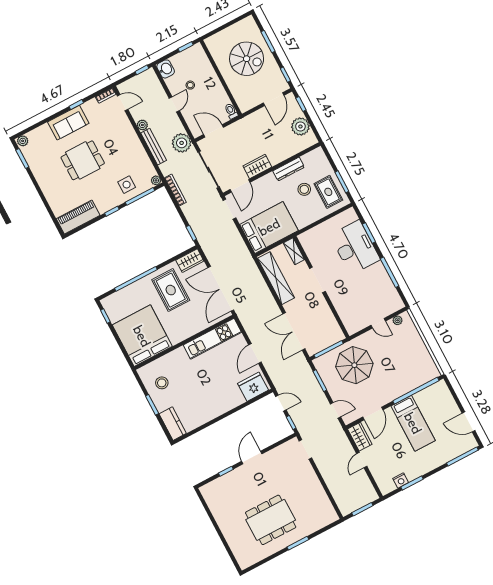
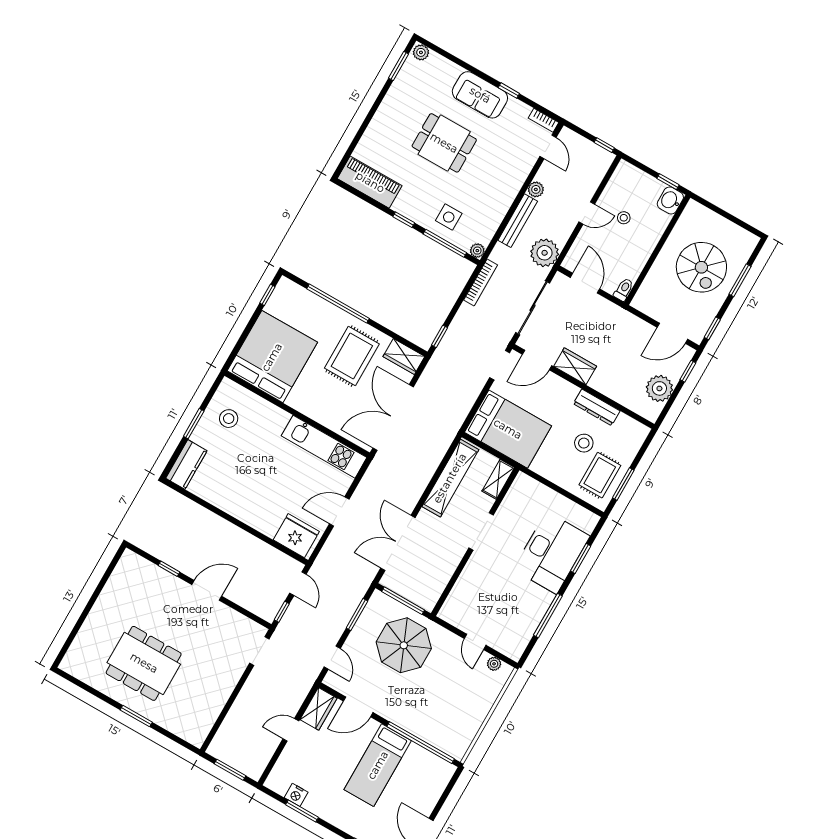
washbasin: (166, 69) -> (670, 200), moved, turned 180

